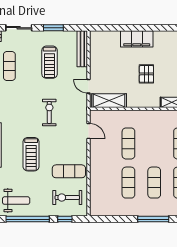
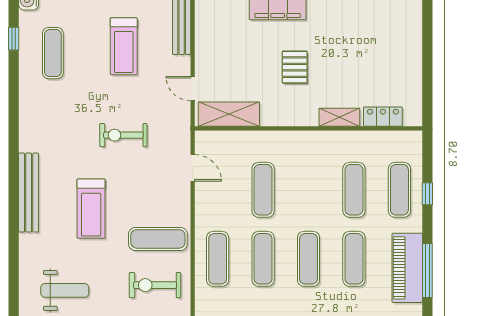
exercise bike: (49, 113) -> (123, 135), turned -90
exercise mat: (103, 183) -> (218, 259), added

